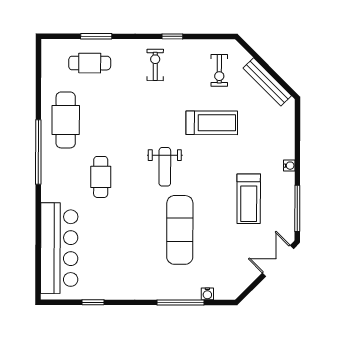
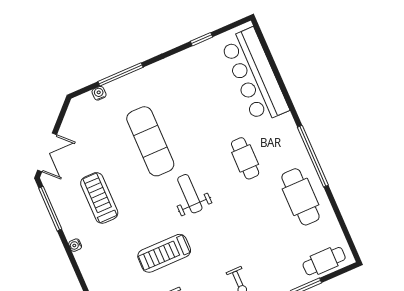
cafe table: (90, 63) -> (324, 261), moved

